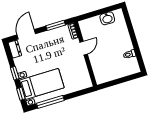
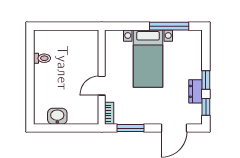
dresser: (15, 49) -> (196, 91), moved
bed with nightstands: (42, 84) -> (148, 59), moved, turned -90
window: (21, 94) -> (206, 107), moved

